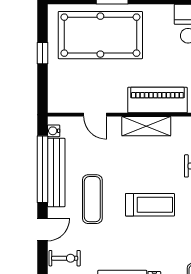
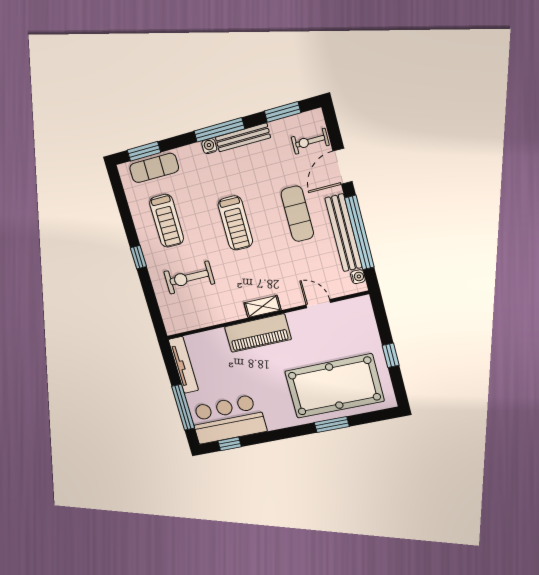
shelving: (146, 126) -> (263, 306), width x0.67, depth x0.75
treadmill: (150, 205) -> (235, 223), turned -90
door: (43, 230) -> (343, 166), width x1.38

